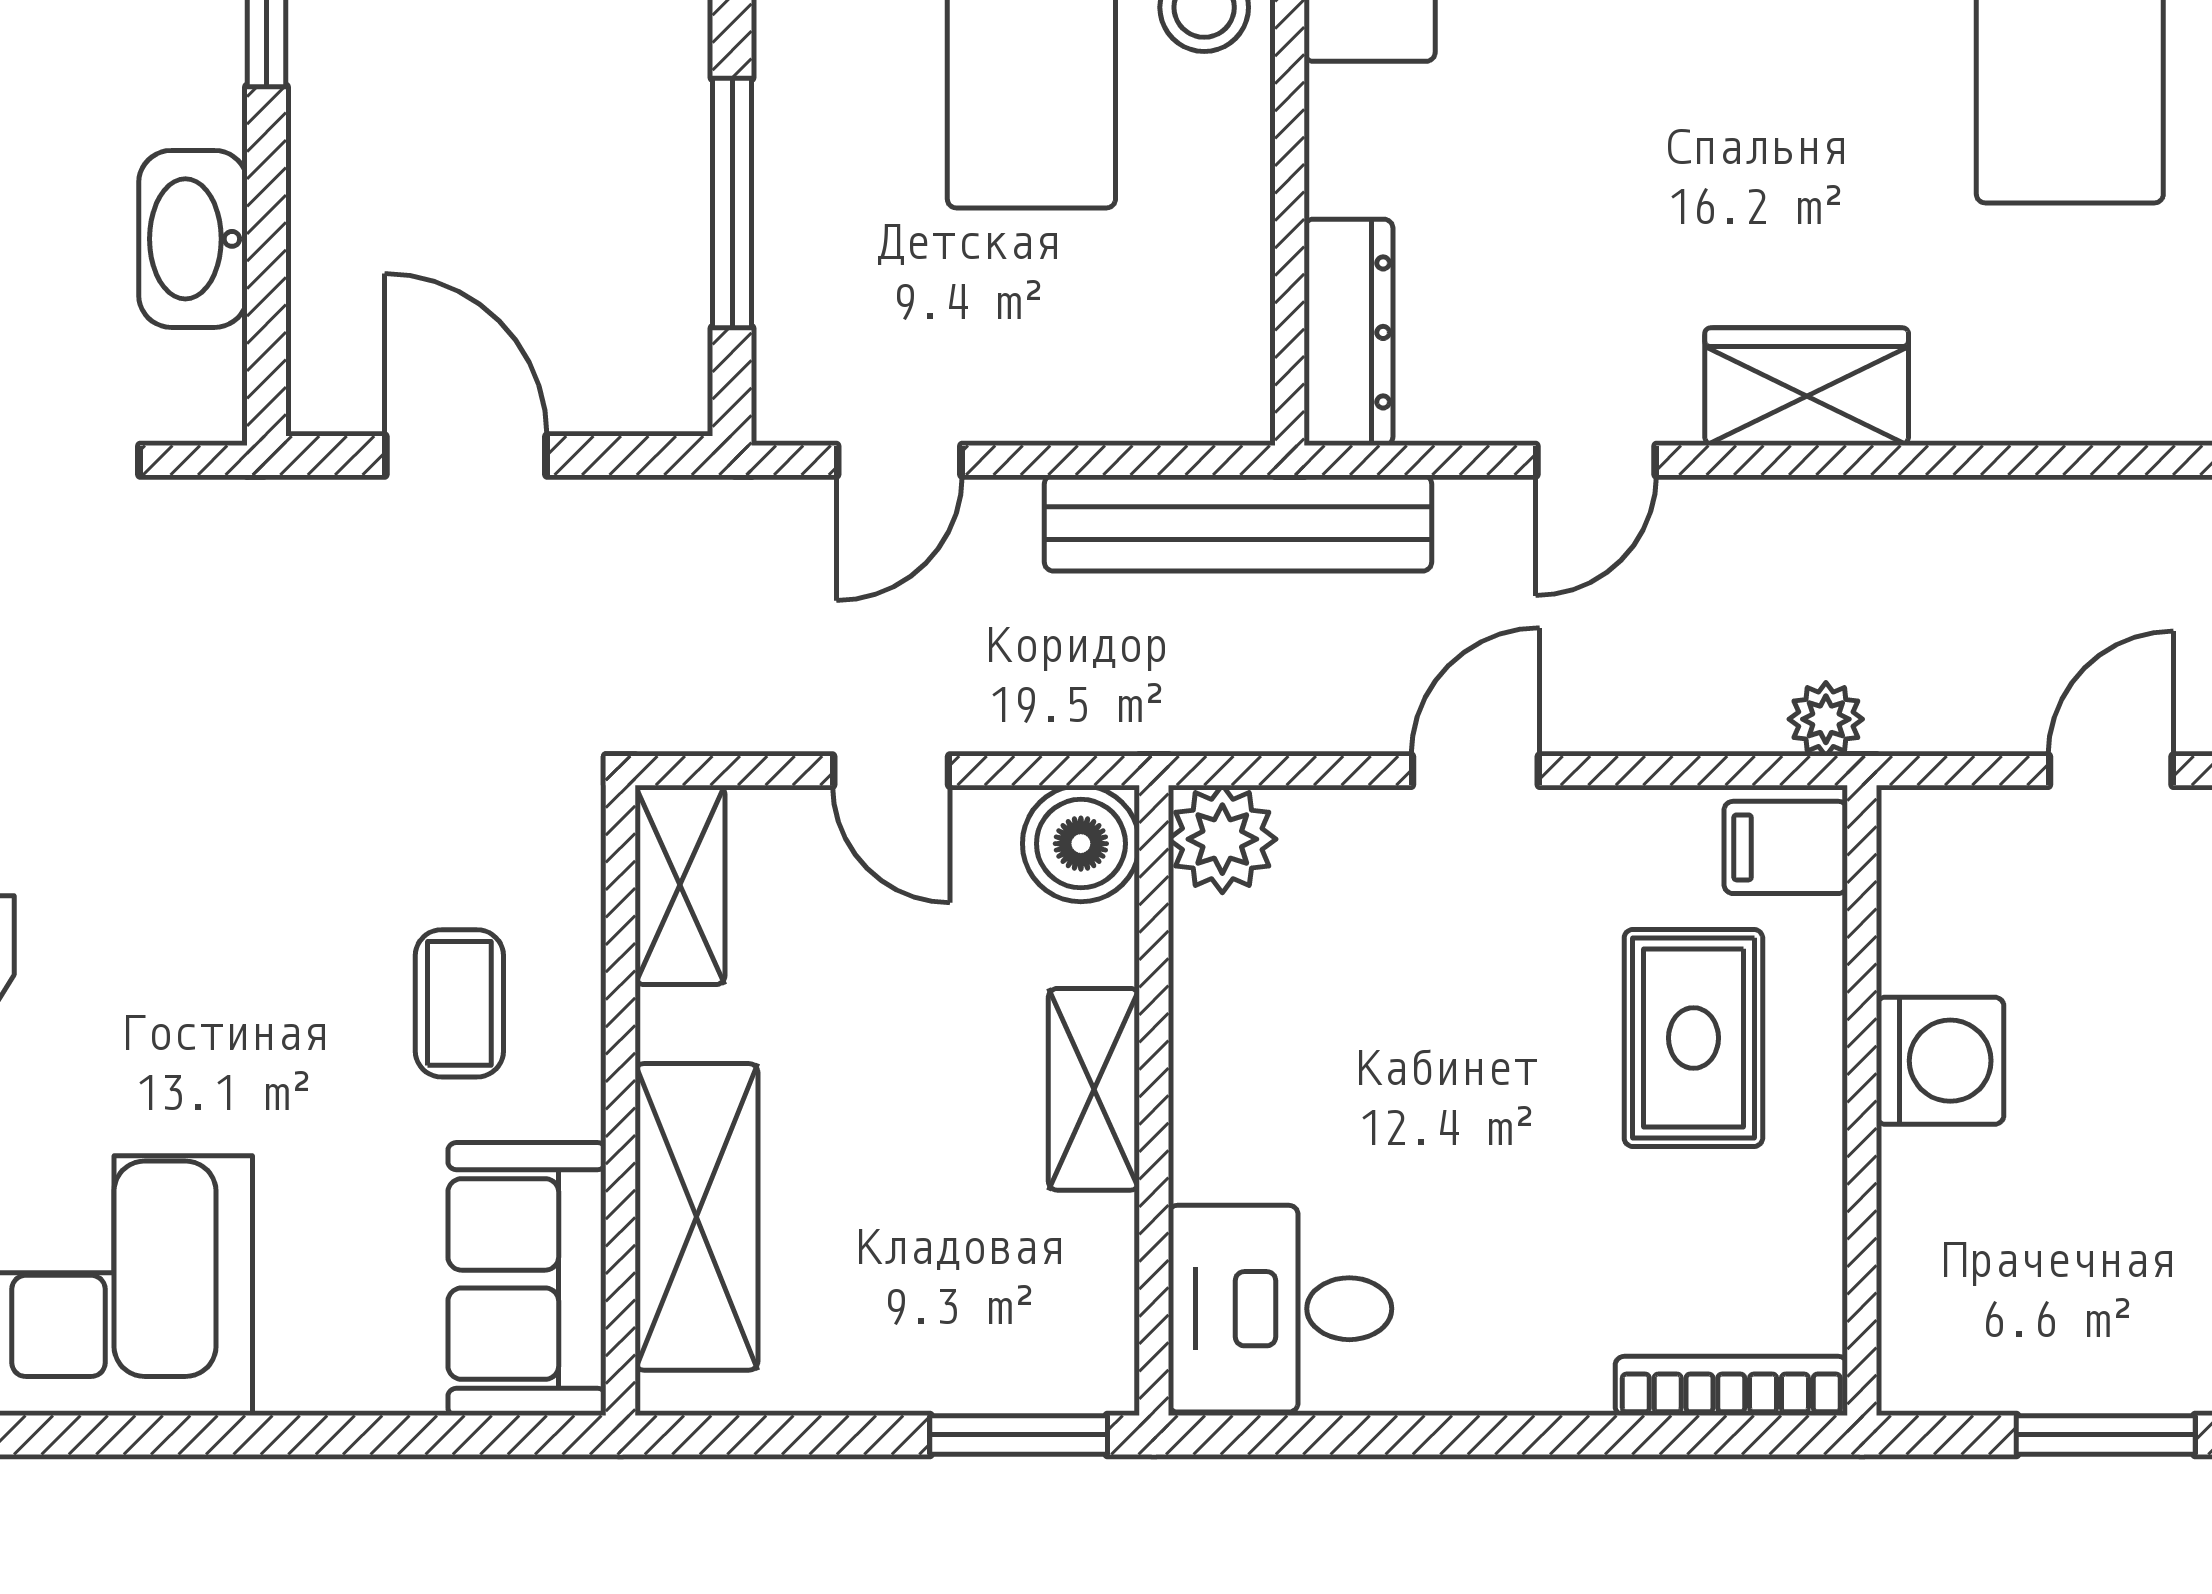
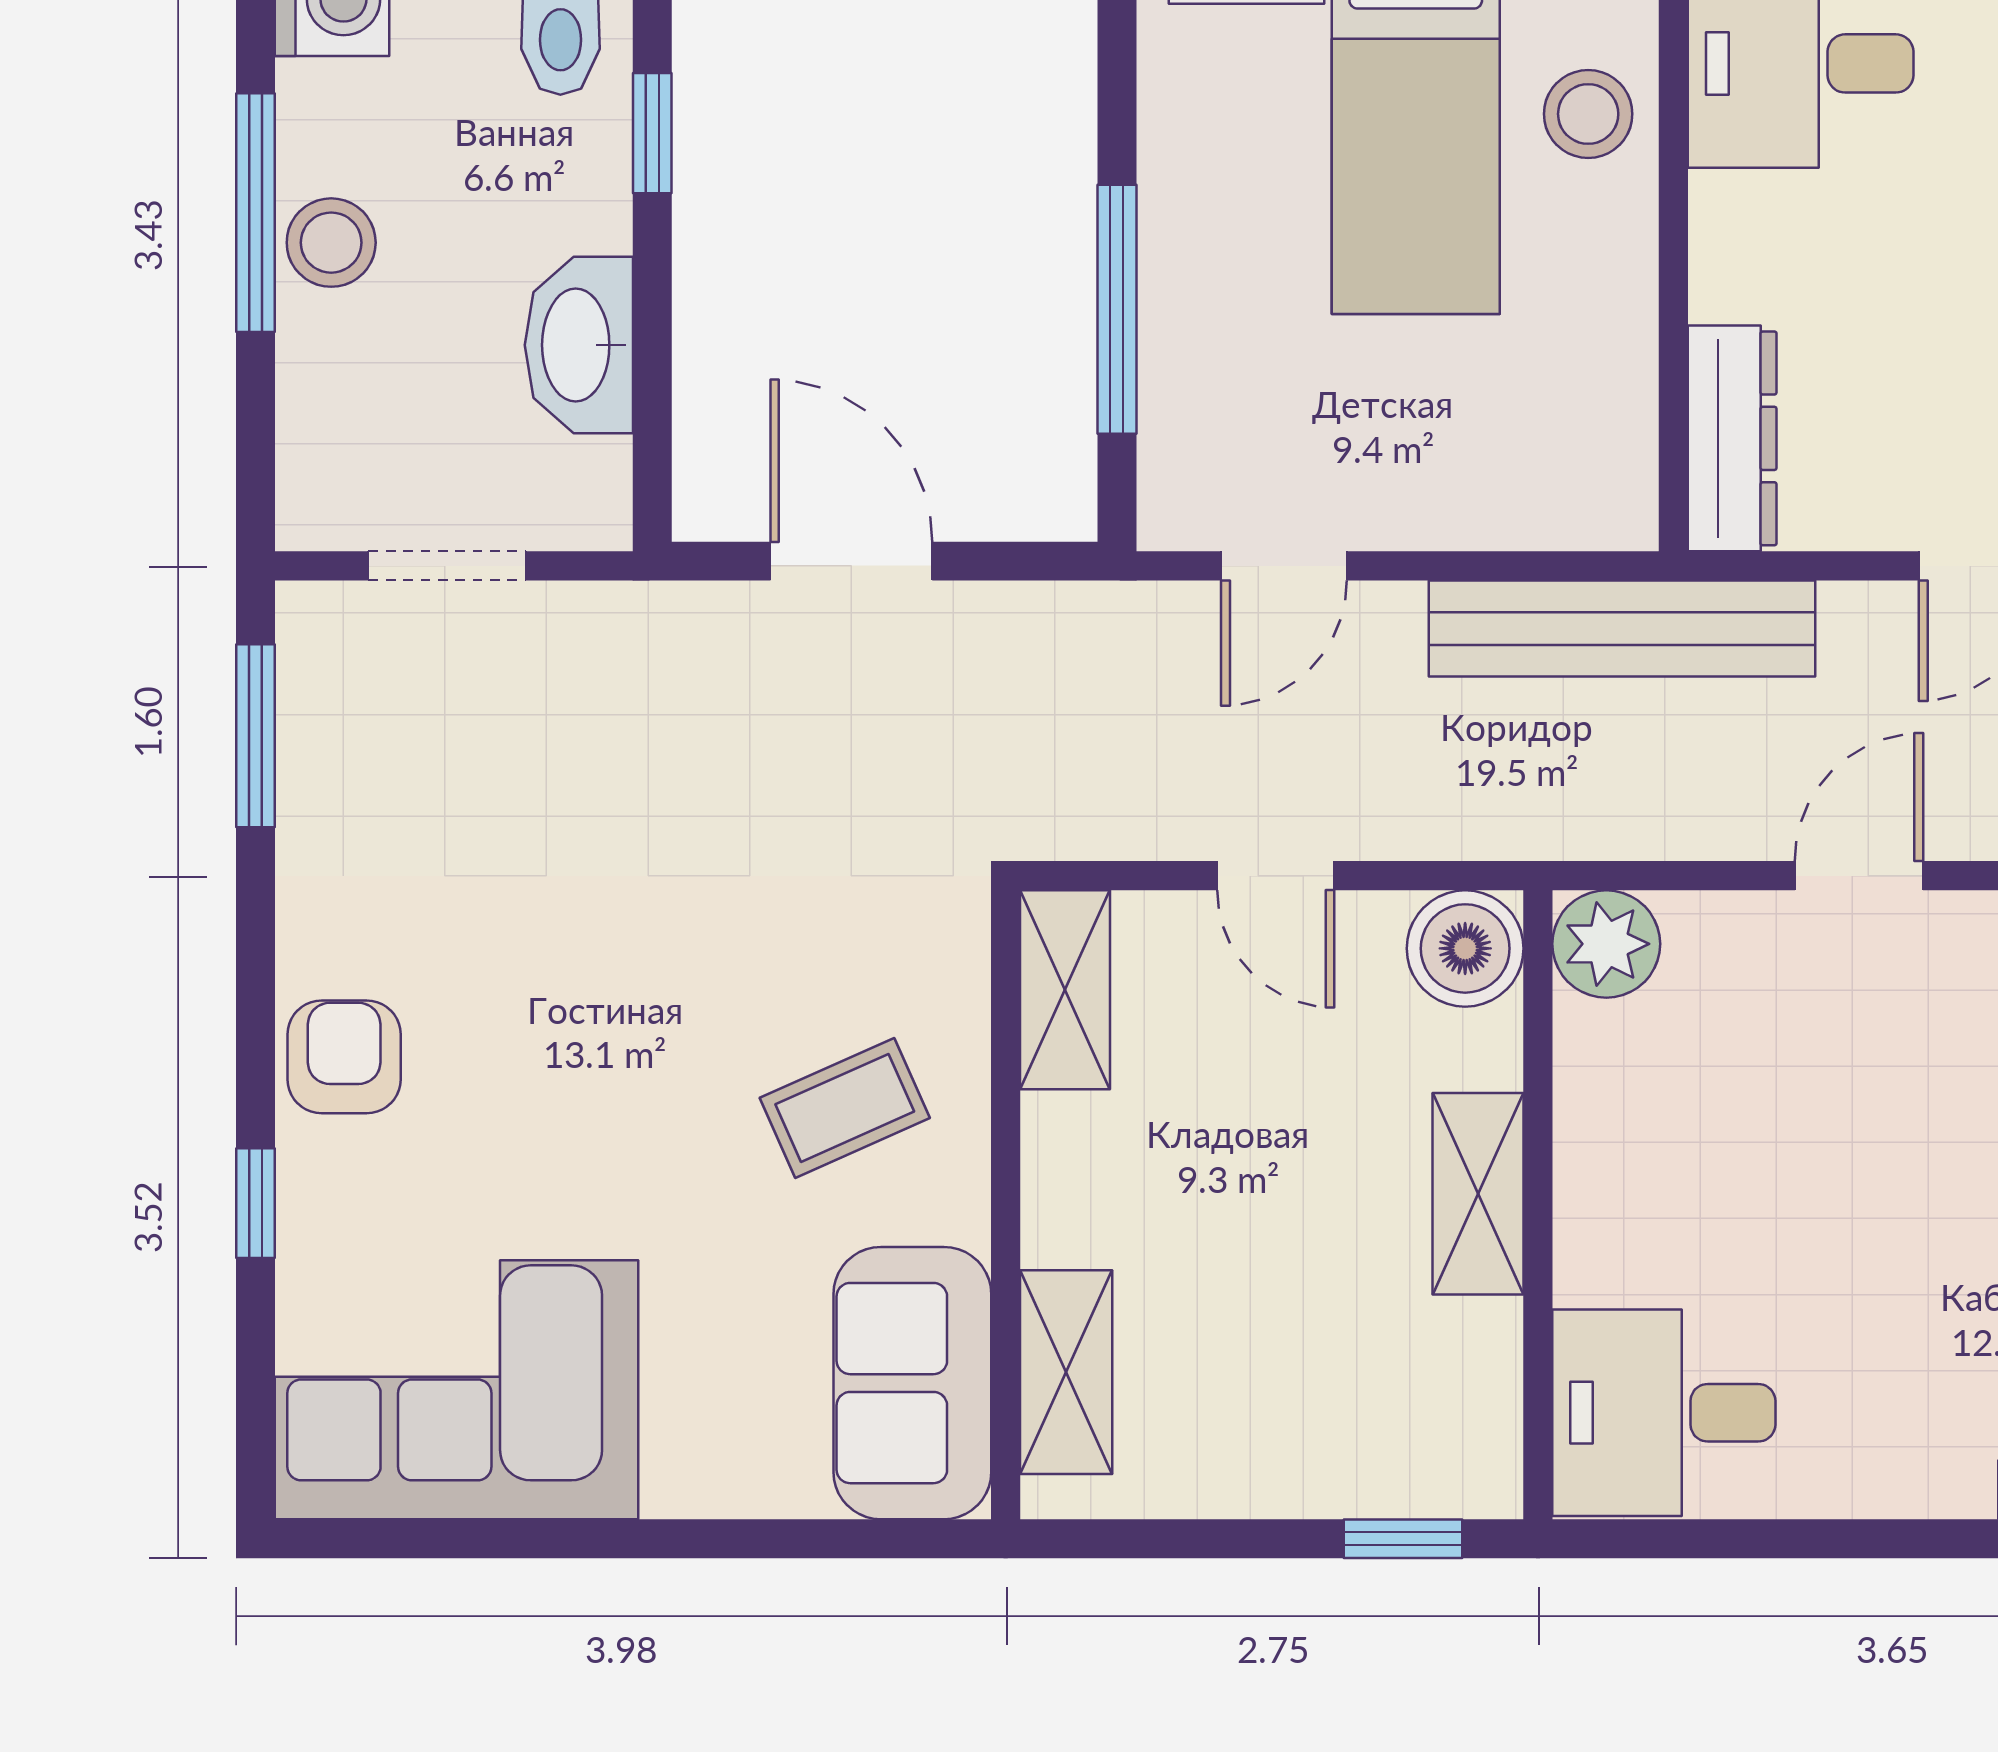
coffee table: (459, 1003) -> (845, 1108), turned 66
shelving: (696, 1217) -> (1066, 1372), width x0.67, depth x0.75
window: (1019, 1435) -> (1403, 1539), width x0.67

